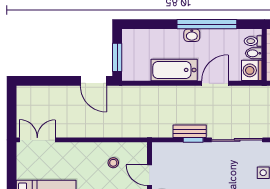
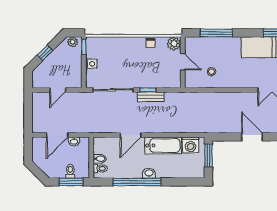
washing machine: (252, 70) -> (190, 145), moved, turned 90
door: (93, 81) -> (252, 137), moved

